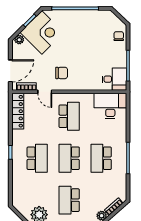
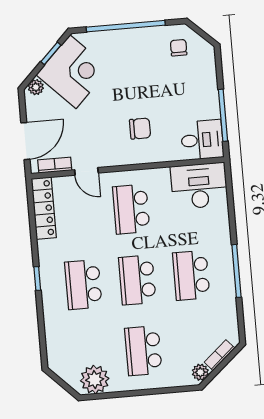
chair: (119, 36) -> (179, 48), moved
chair: (62, 73) -> (140, 129), moved
school desk: (69, 116) -> (131, 209), turned 180
school desk: (37, 158) -> (83, 285), turned 180

